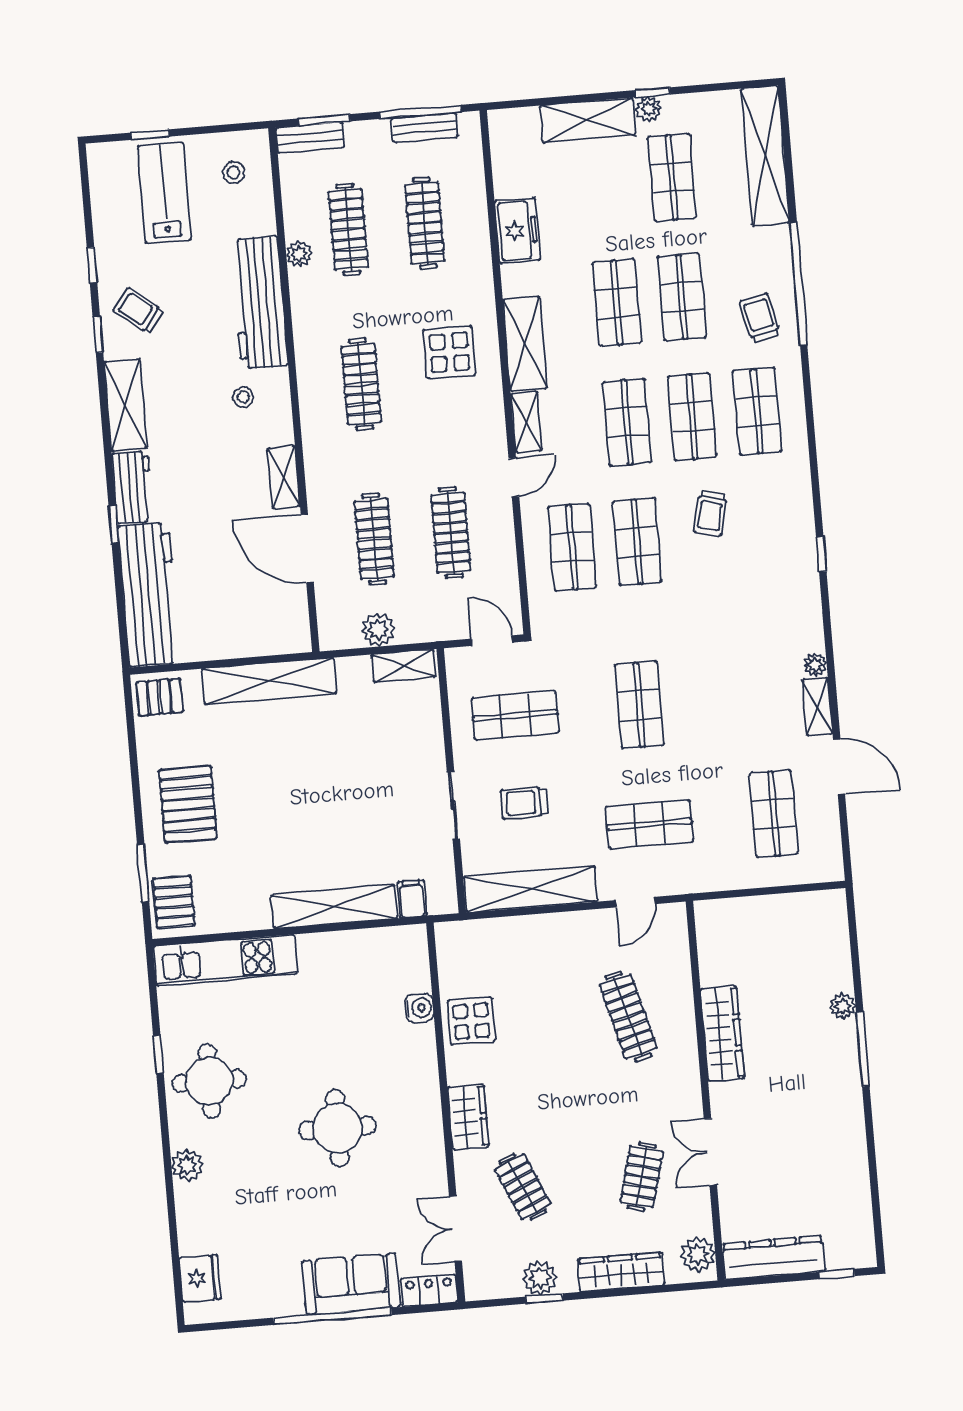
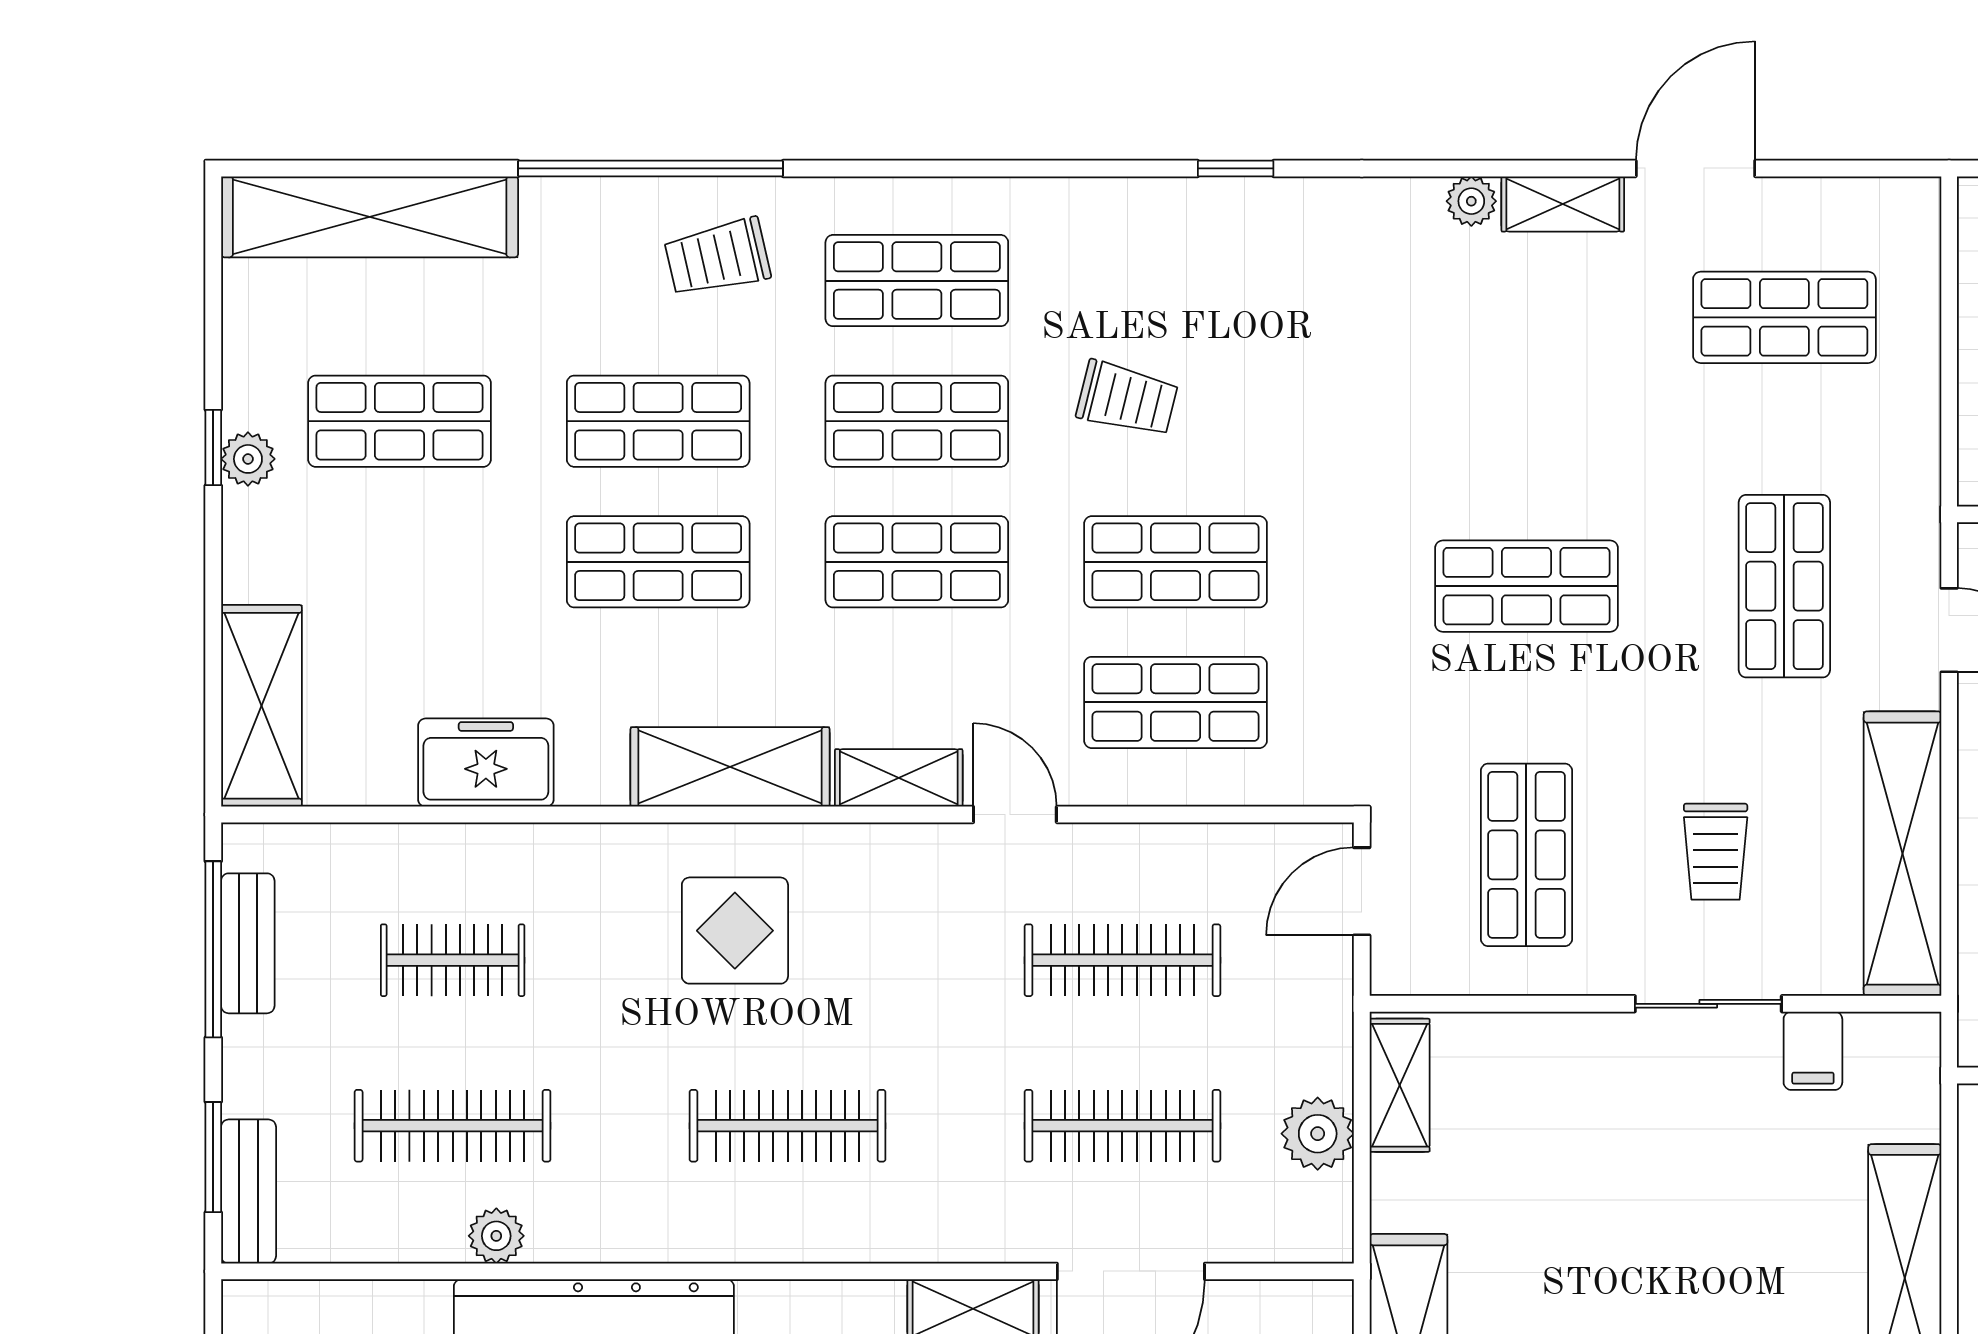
shelving: (588, 120) -> (261, 706), moved
clothes rail: (425, 223) -> (453, 960), width x0.73
filing cabinet: (412, 899) -> (1813, 1051), moved, turned -90

